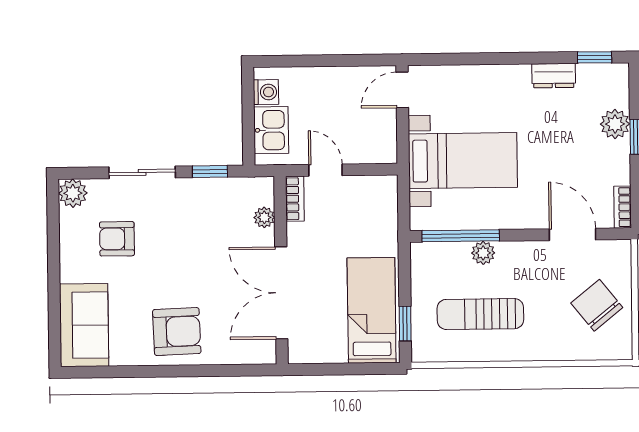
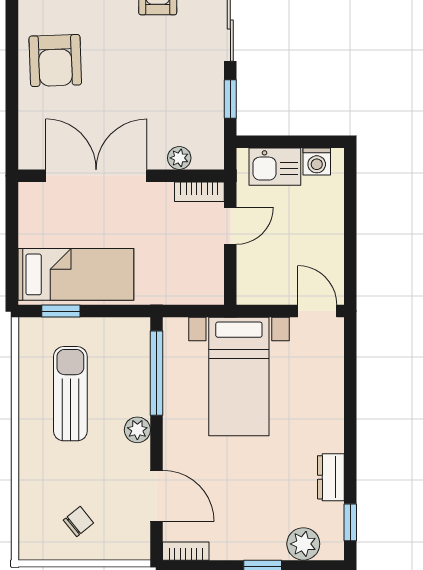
plant: (615, 124) -> (303, 544), moved
door: (572, 234) -> (156, 496), hinge flipped
plant: (483, 253) -> (137, 430), moved
chair: (597, 305) -> (78, 522), width x0.54, depth x0.54

